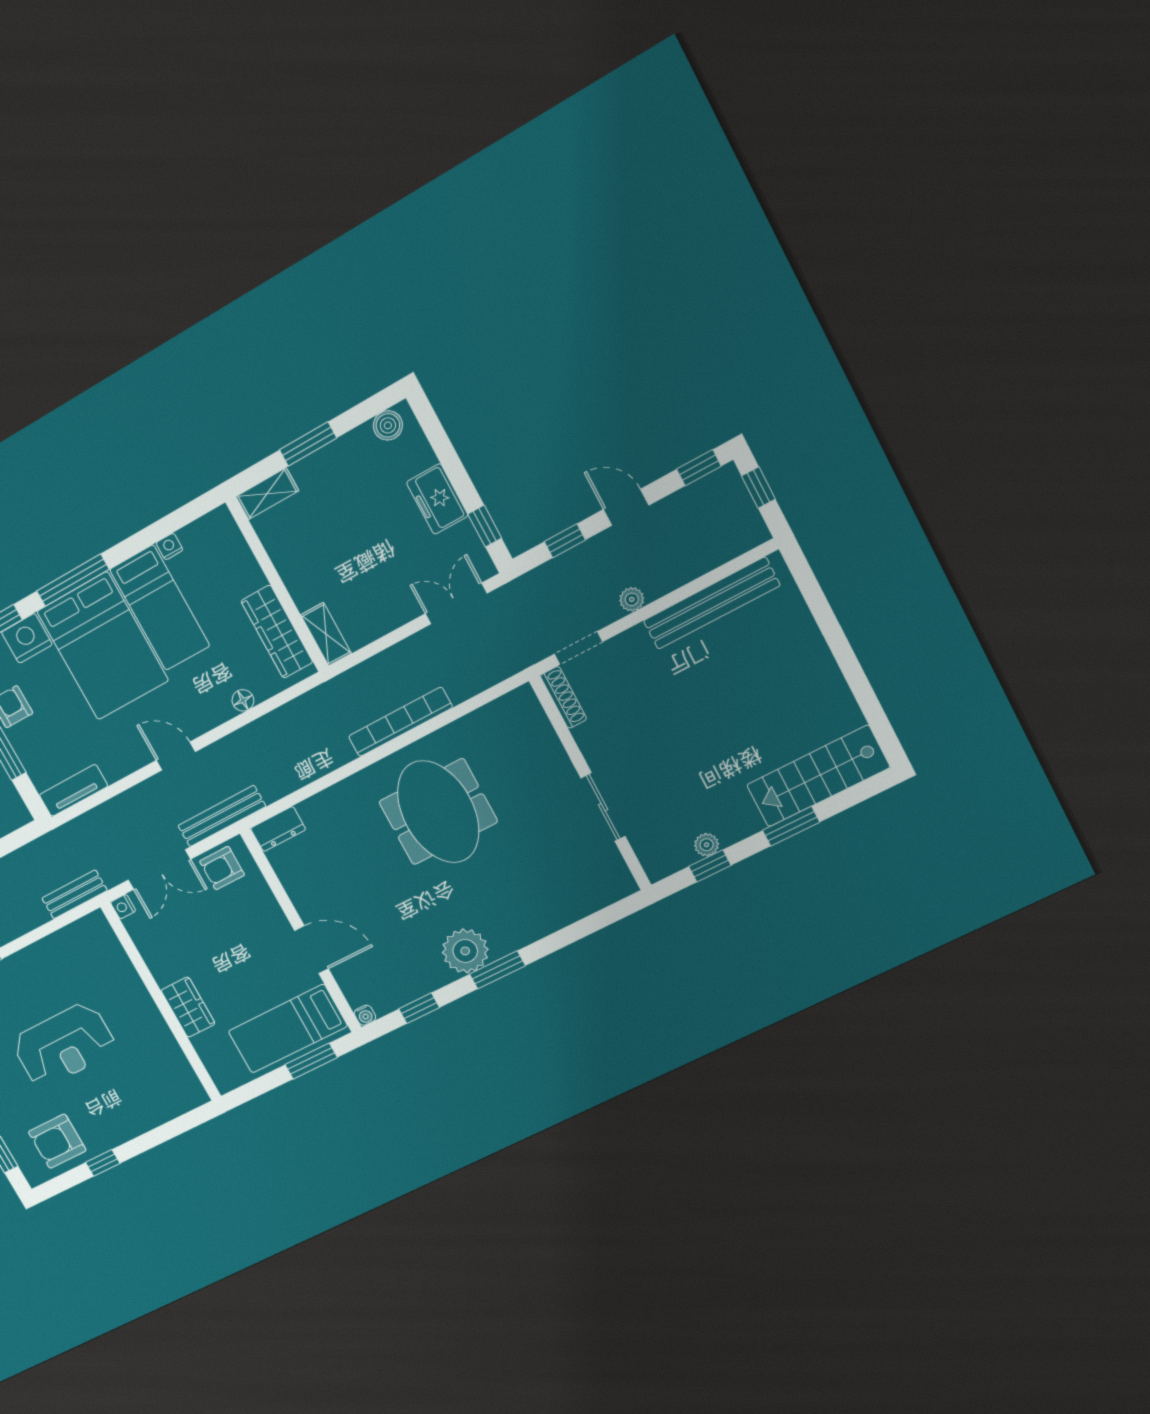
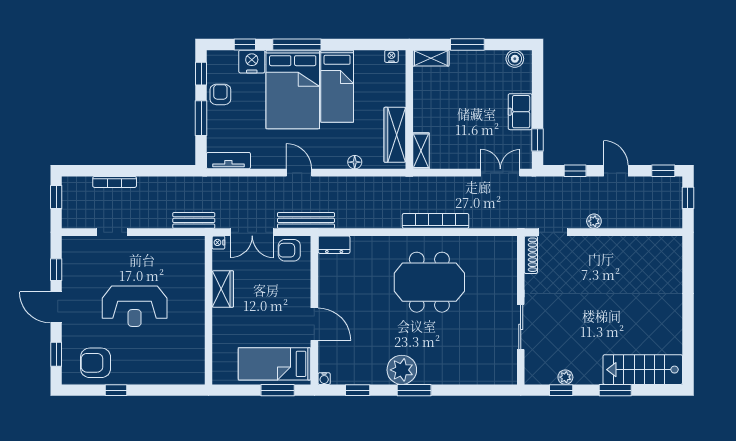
nightstand: (169, 546) -> (391, 56), moved
bench: (711, 603) -> (634, 246), removed
meeting table: (438, 812) -> (429, 282), turned 90
wardrobe: (188, 1007) -> (223, 289), moved

